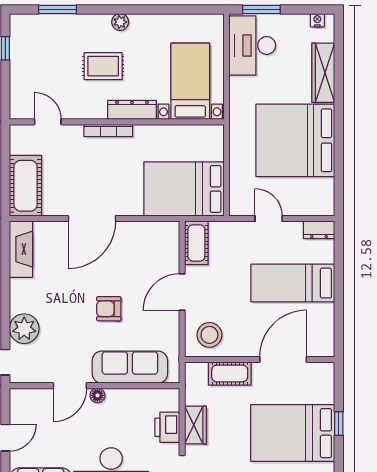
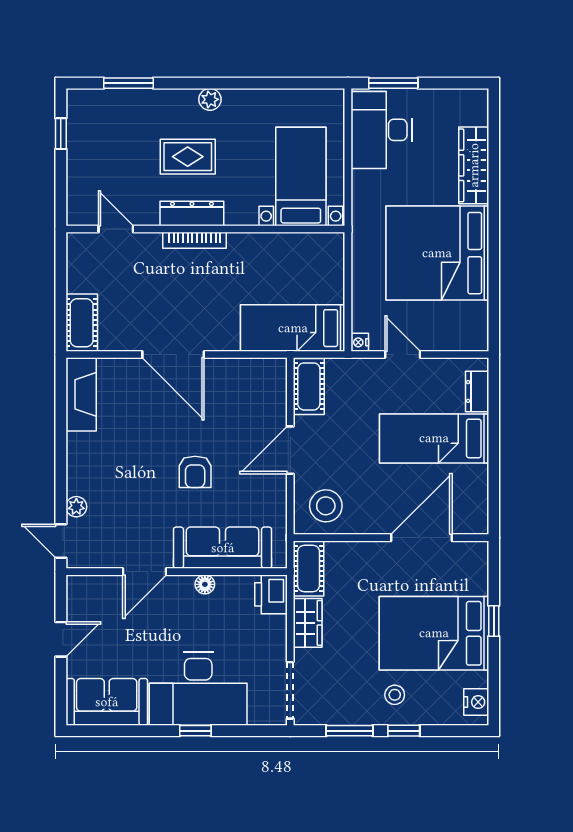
nightstand: (317, 20) -> (360, 342), moved, turned -90
dresser: (132, 110) -> (192, 214), moved
cot: (26, 186) -> (82, 323), width x0.73, depth x0.75
bed: (184, 189) -> (293, 328), width x0.67
door: (92, 218) -> (173, 355), hinge flipped
dresser: (319, 230) -> (477, 391), moved, turned 90
armchair: (109, 309) -> (195, 472), turned -90
plant: (24, 329) -> (76, 507), width x0.53, depth x0.53
cot: (230, 373) -> (309, 568), moved, turned 90
floor lamp: (97, 395) -> (205, 584), moved
printer: (167, 427) -> (271, 594), moved

